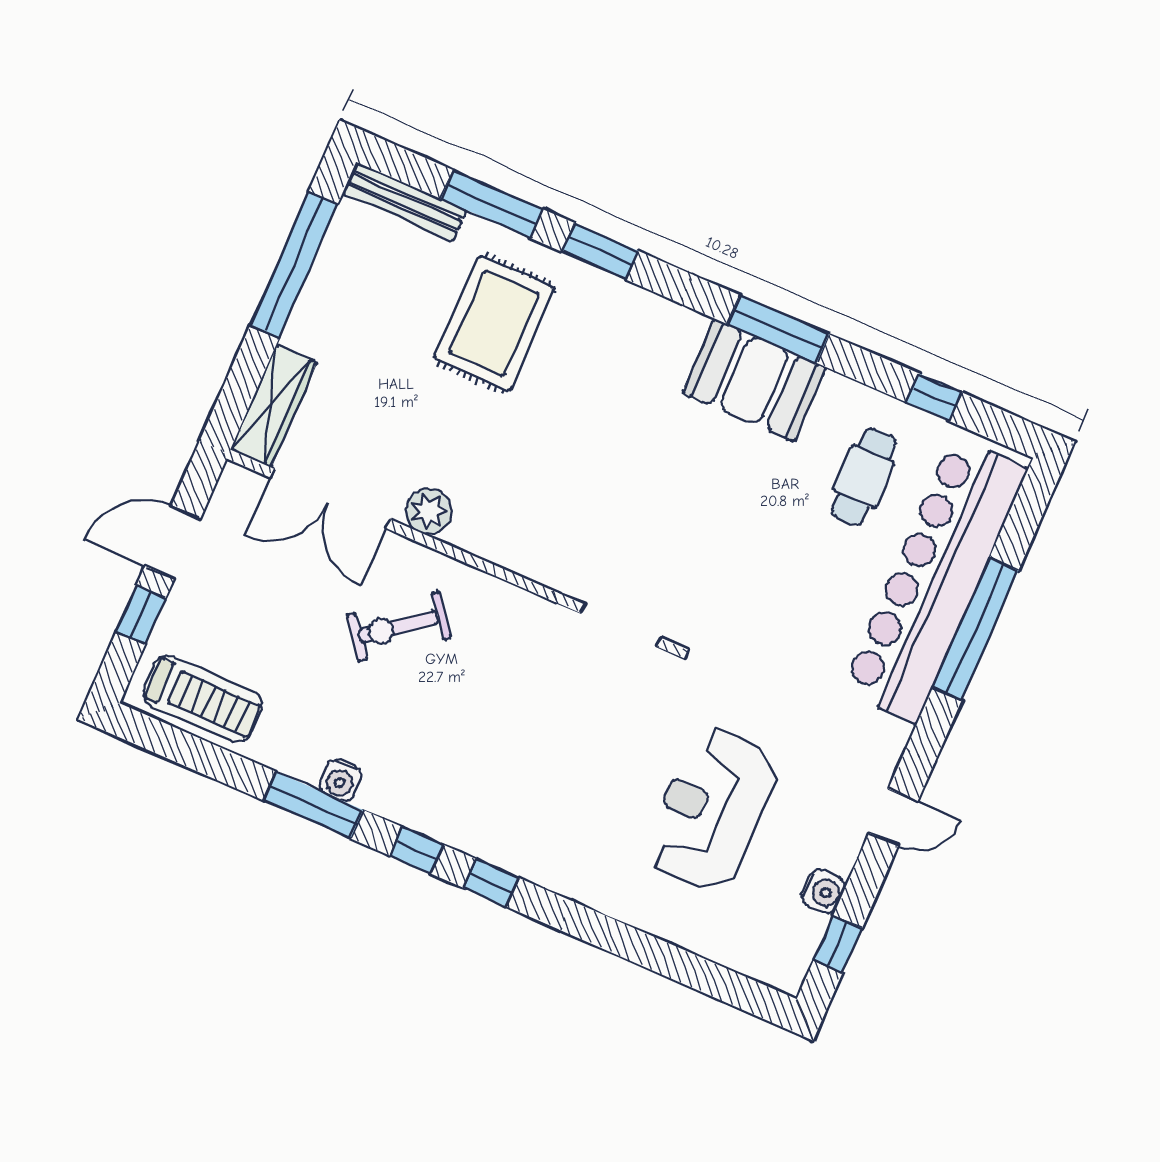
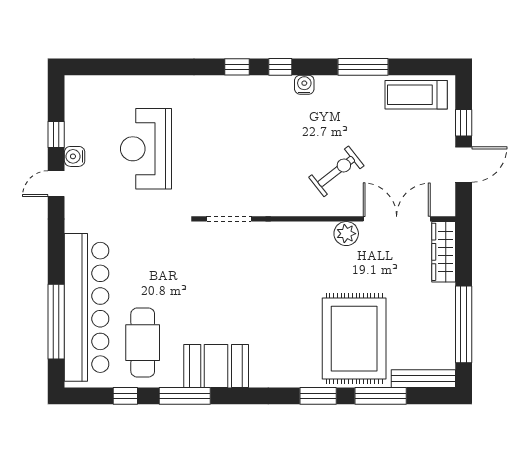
rug: (494, 323) -> (354, 339), width x1.37, depth x1.44
window: (778, 329) -> (185, 396), moved
cafe table: (864, 477) -> (143, 343), width x1.37, depth x1.35
window: (976, 629) -> (56, 322), moved
water cooler: (341, 780) -> (304, 85), moved
window: (313, 805) -> (363, 67), moved
reception desk: (711, 810) -> (146, 149), turned 180
water cooler: (823, 891) -> (75, 156), moved
window: (838, 944) -> (56, 134), moved

